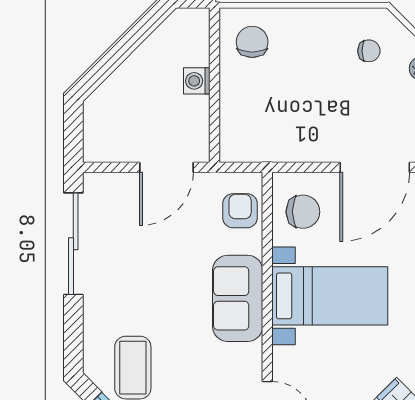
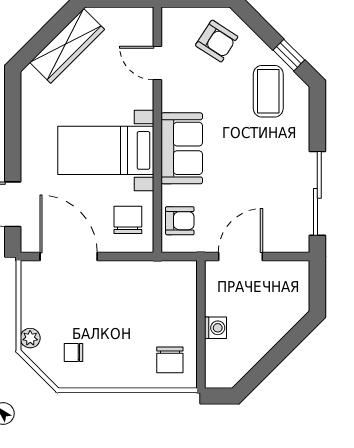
door: (375, 167) -> (69, 256), hinge flipped
armchair: (240, 211) -> (180, 221), turned -90
chair: (303, 212) -> (128, 220), turned 90

